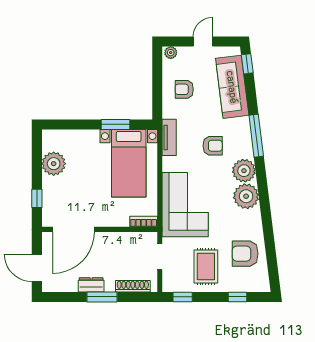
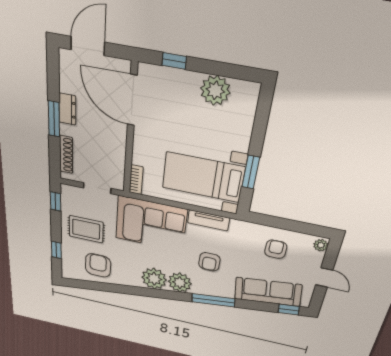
tv unit: (169, 137) -> (208, 220), moved

